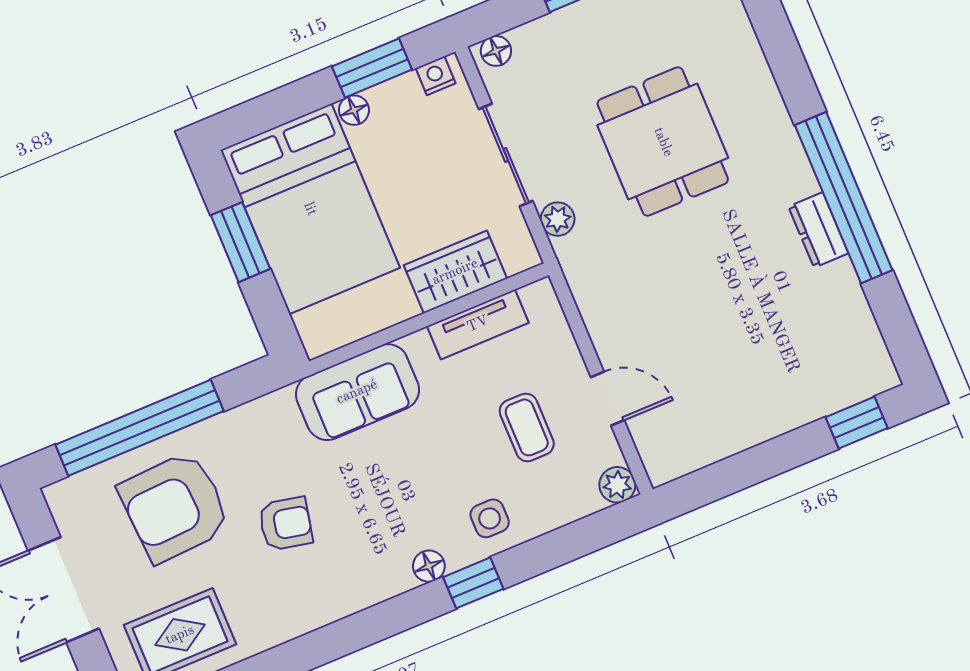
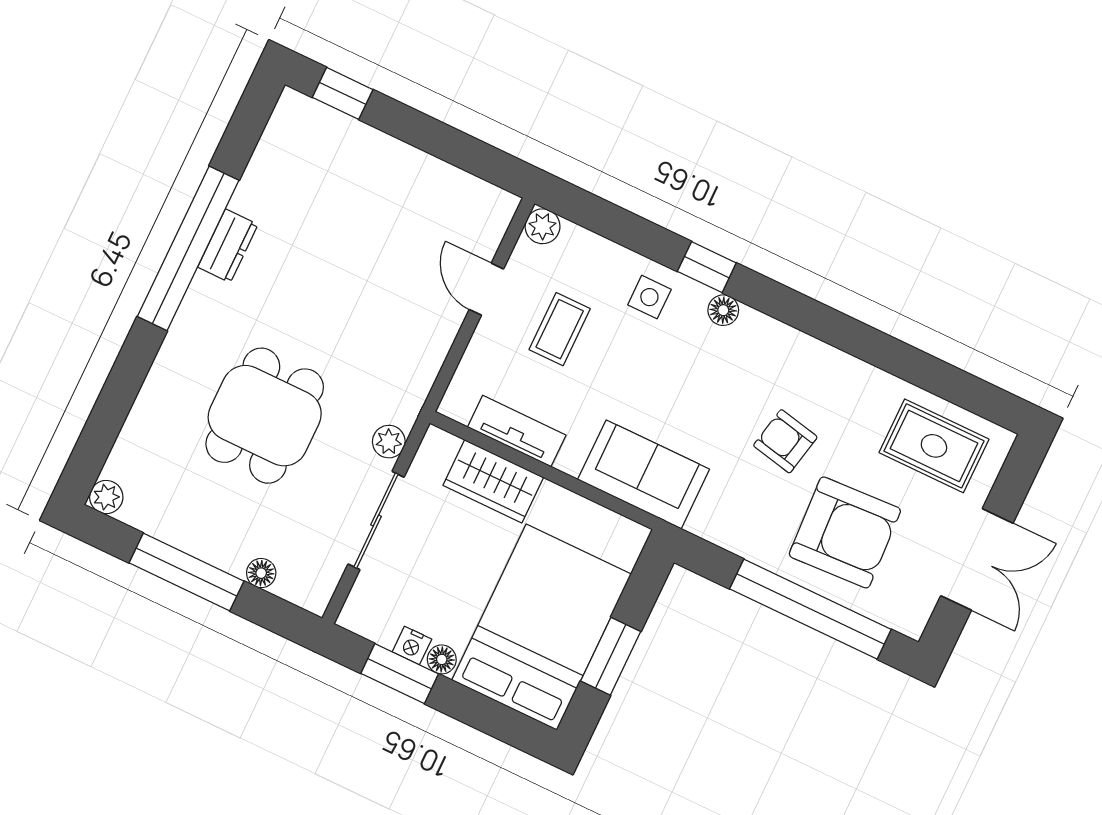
floor lamp: (496, 51) -> (261, 573), moved
nightstand: (436, 76) -> (412, 645), moved

